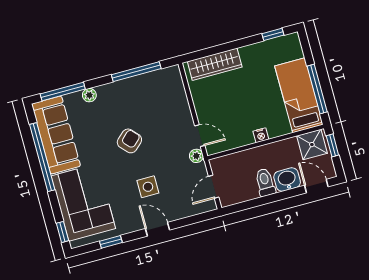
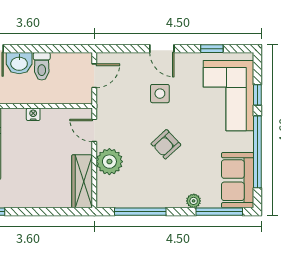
wardrobe: (215, 64) -> (82, 181), moved, turned -90
sofa: (56, 135) -> (238, 180), width x0.73
plant: (196, 156) -> (109, 162), moved, width x1.87, depth x1.87
window: (63, 232) -> (257, 95), moved

